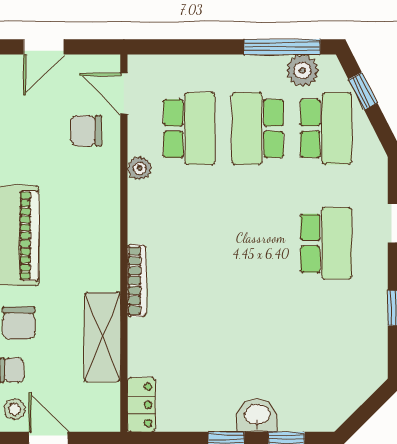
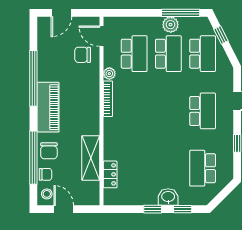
plant: (302, 70) -> (171, 25), moved
school desk: (258, 129) -> (168, 54), turned 180
bookcase: (137, 281) -> (108, 99), moved
school desk: (326, 358) -> (203, 168), added
locker: (141, 405) -> (110, 174), moved

